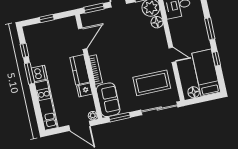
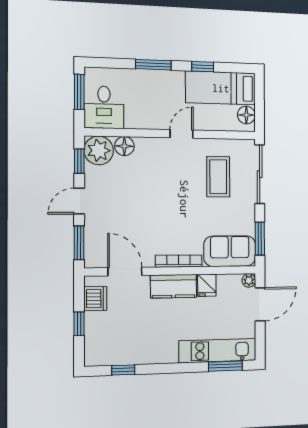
window: (29, 73) -> (225, 366), moved
dishwasher: (39, 74) -> (95, 299), moved, turned 90
coffee table: (152, 83) -> (218, 177), width x0.73, depth x0.76

